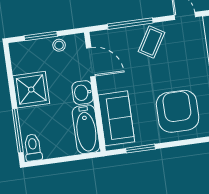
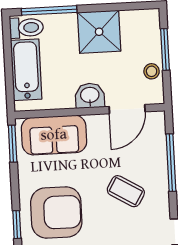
coffee table: (151, 42) -> (126, 191), moved
bathtub: (86, 129) -> (26, 70), moved, turned 90
window: (190, 142) -> (17, 225), added
window: (141, 149) -> (13, 144), moved

